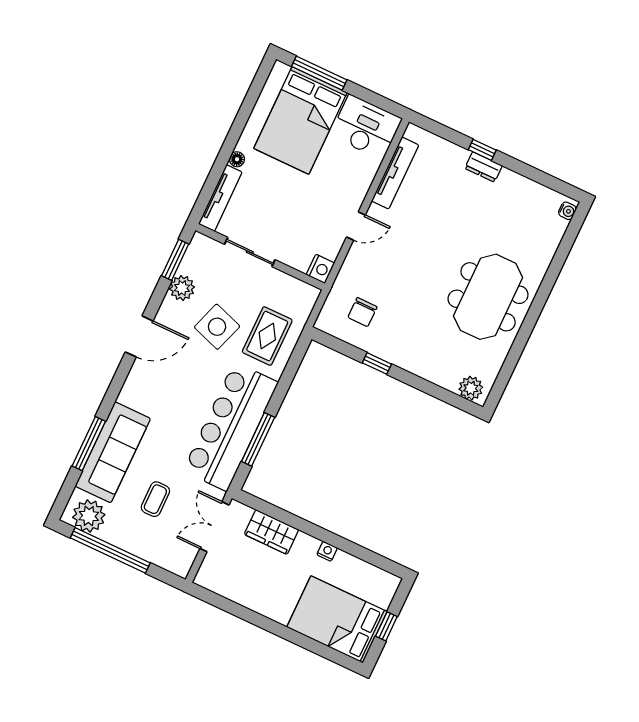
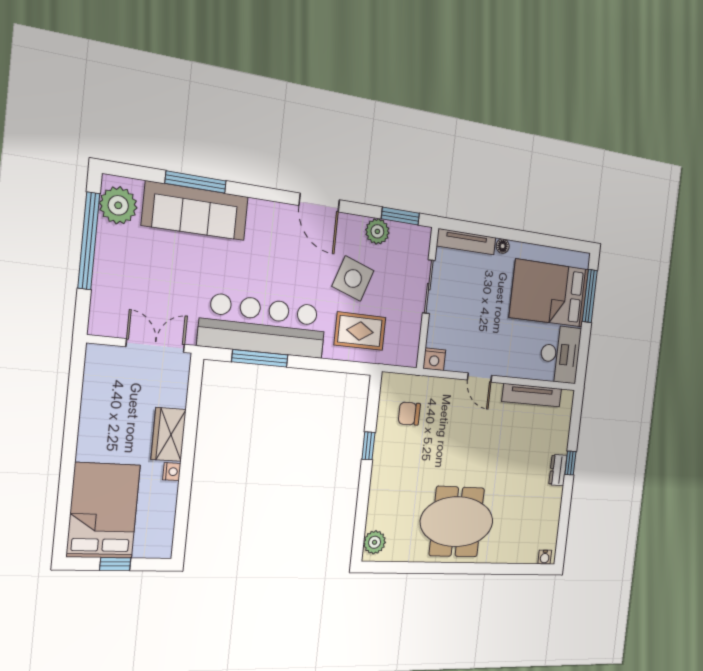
coffee table: (155, 499) -> (162, 273), removed
wardrobe: (271, 532) -> (169, 434), moved

